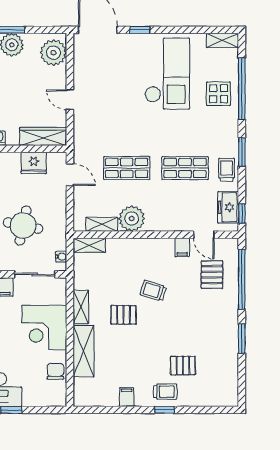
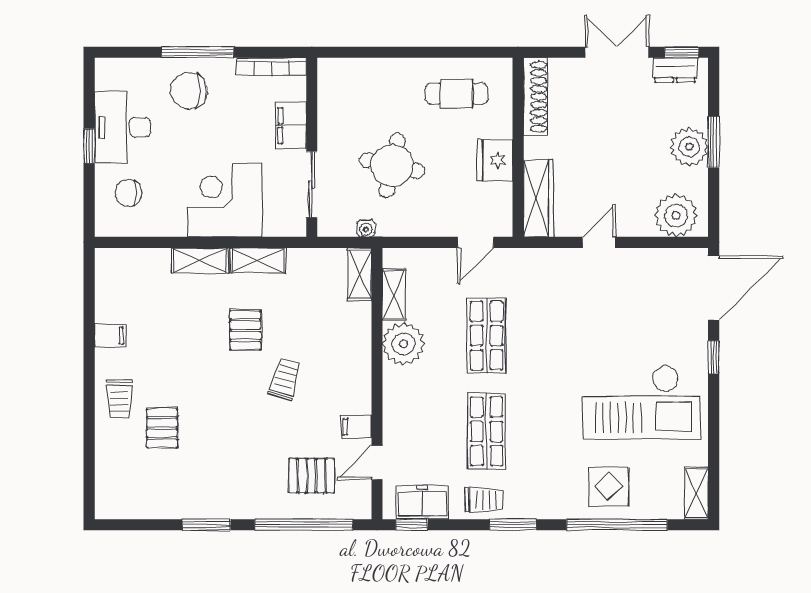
fridge: (34, 163) -> (495, 160), moved
water cooler: (61, 257) -> (366, 228), moved
shelving: (84, 351) -> (200, 261), width x0.67, depth x0.75
chair: (55, 371) -> (128, 193), moved, turned 180
window: (164, 410) -> (89, 398), removed

